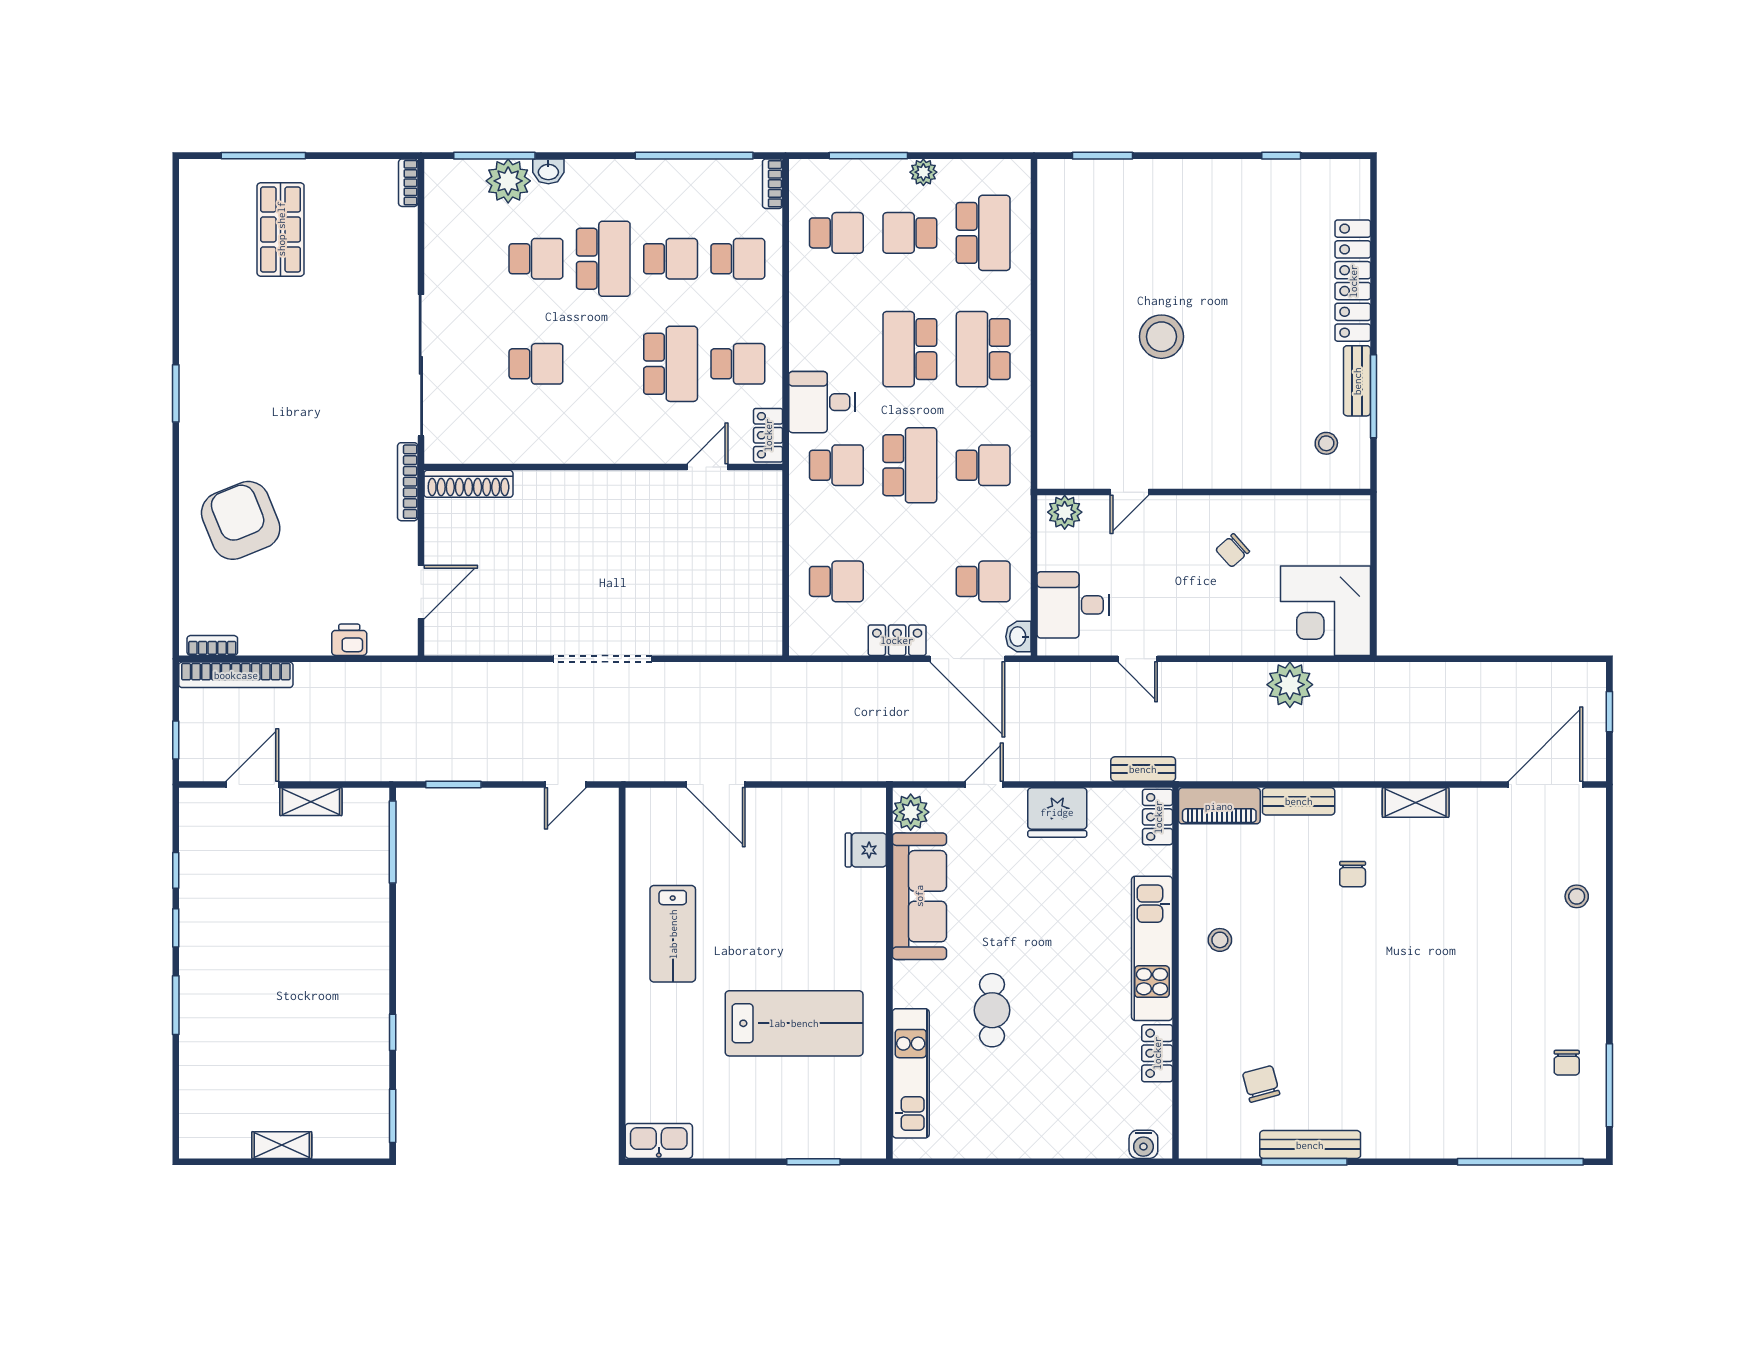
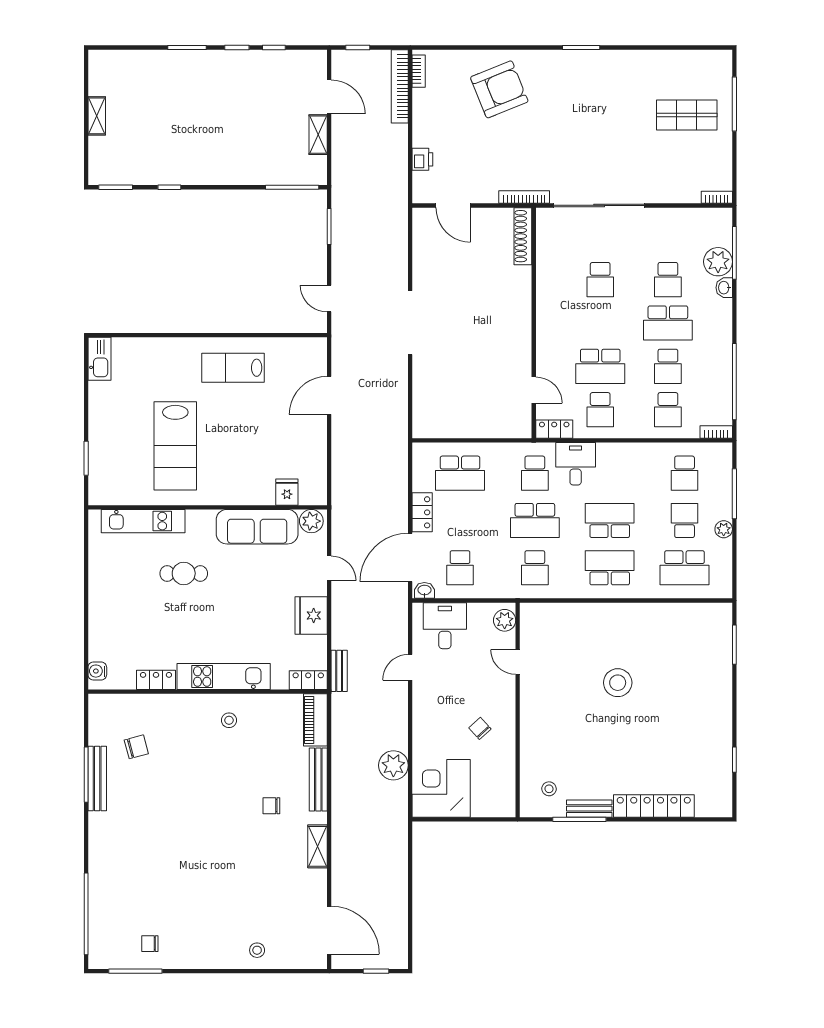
school desk: (836, 581) -> (460, 473), width x1.85
bench: (1299, 801) -> (318, 779), width x1.36

